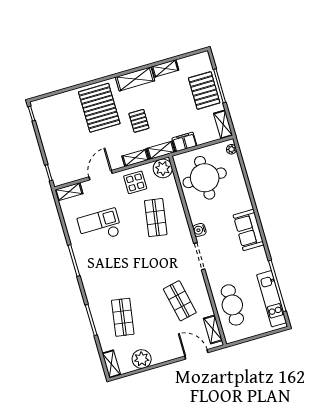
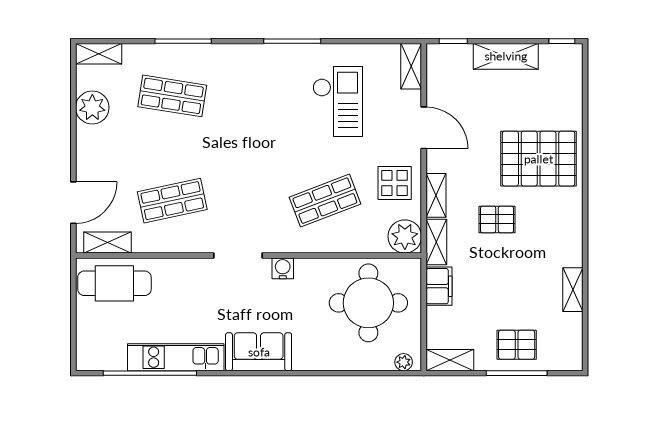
shelving: (135, 79) -> (506, 56), moved, turned 90
pallet: (204, 90) -> (517, 345), width x0.67, depth x0.71
shop shelf: (156, 218) -> (325, 201), turned -30
kitchen unit: (272, 299) -> (176, 357), moved
cafe table: (232, 305) -> (114, 283), moved

